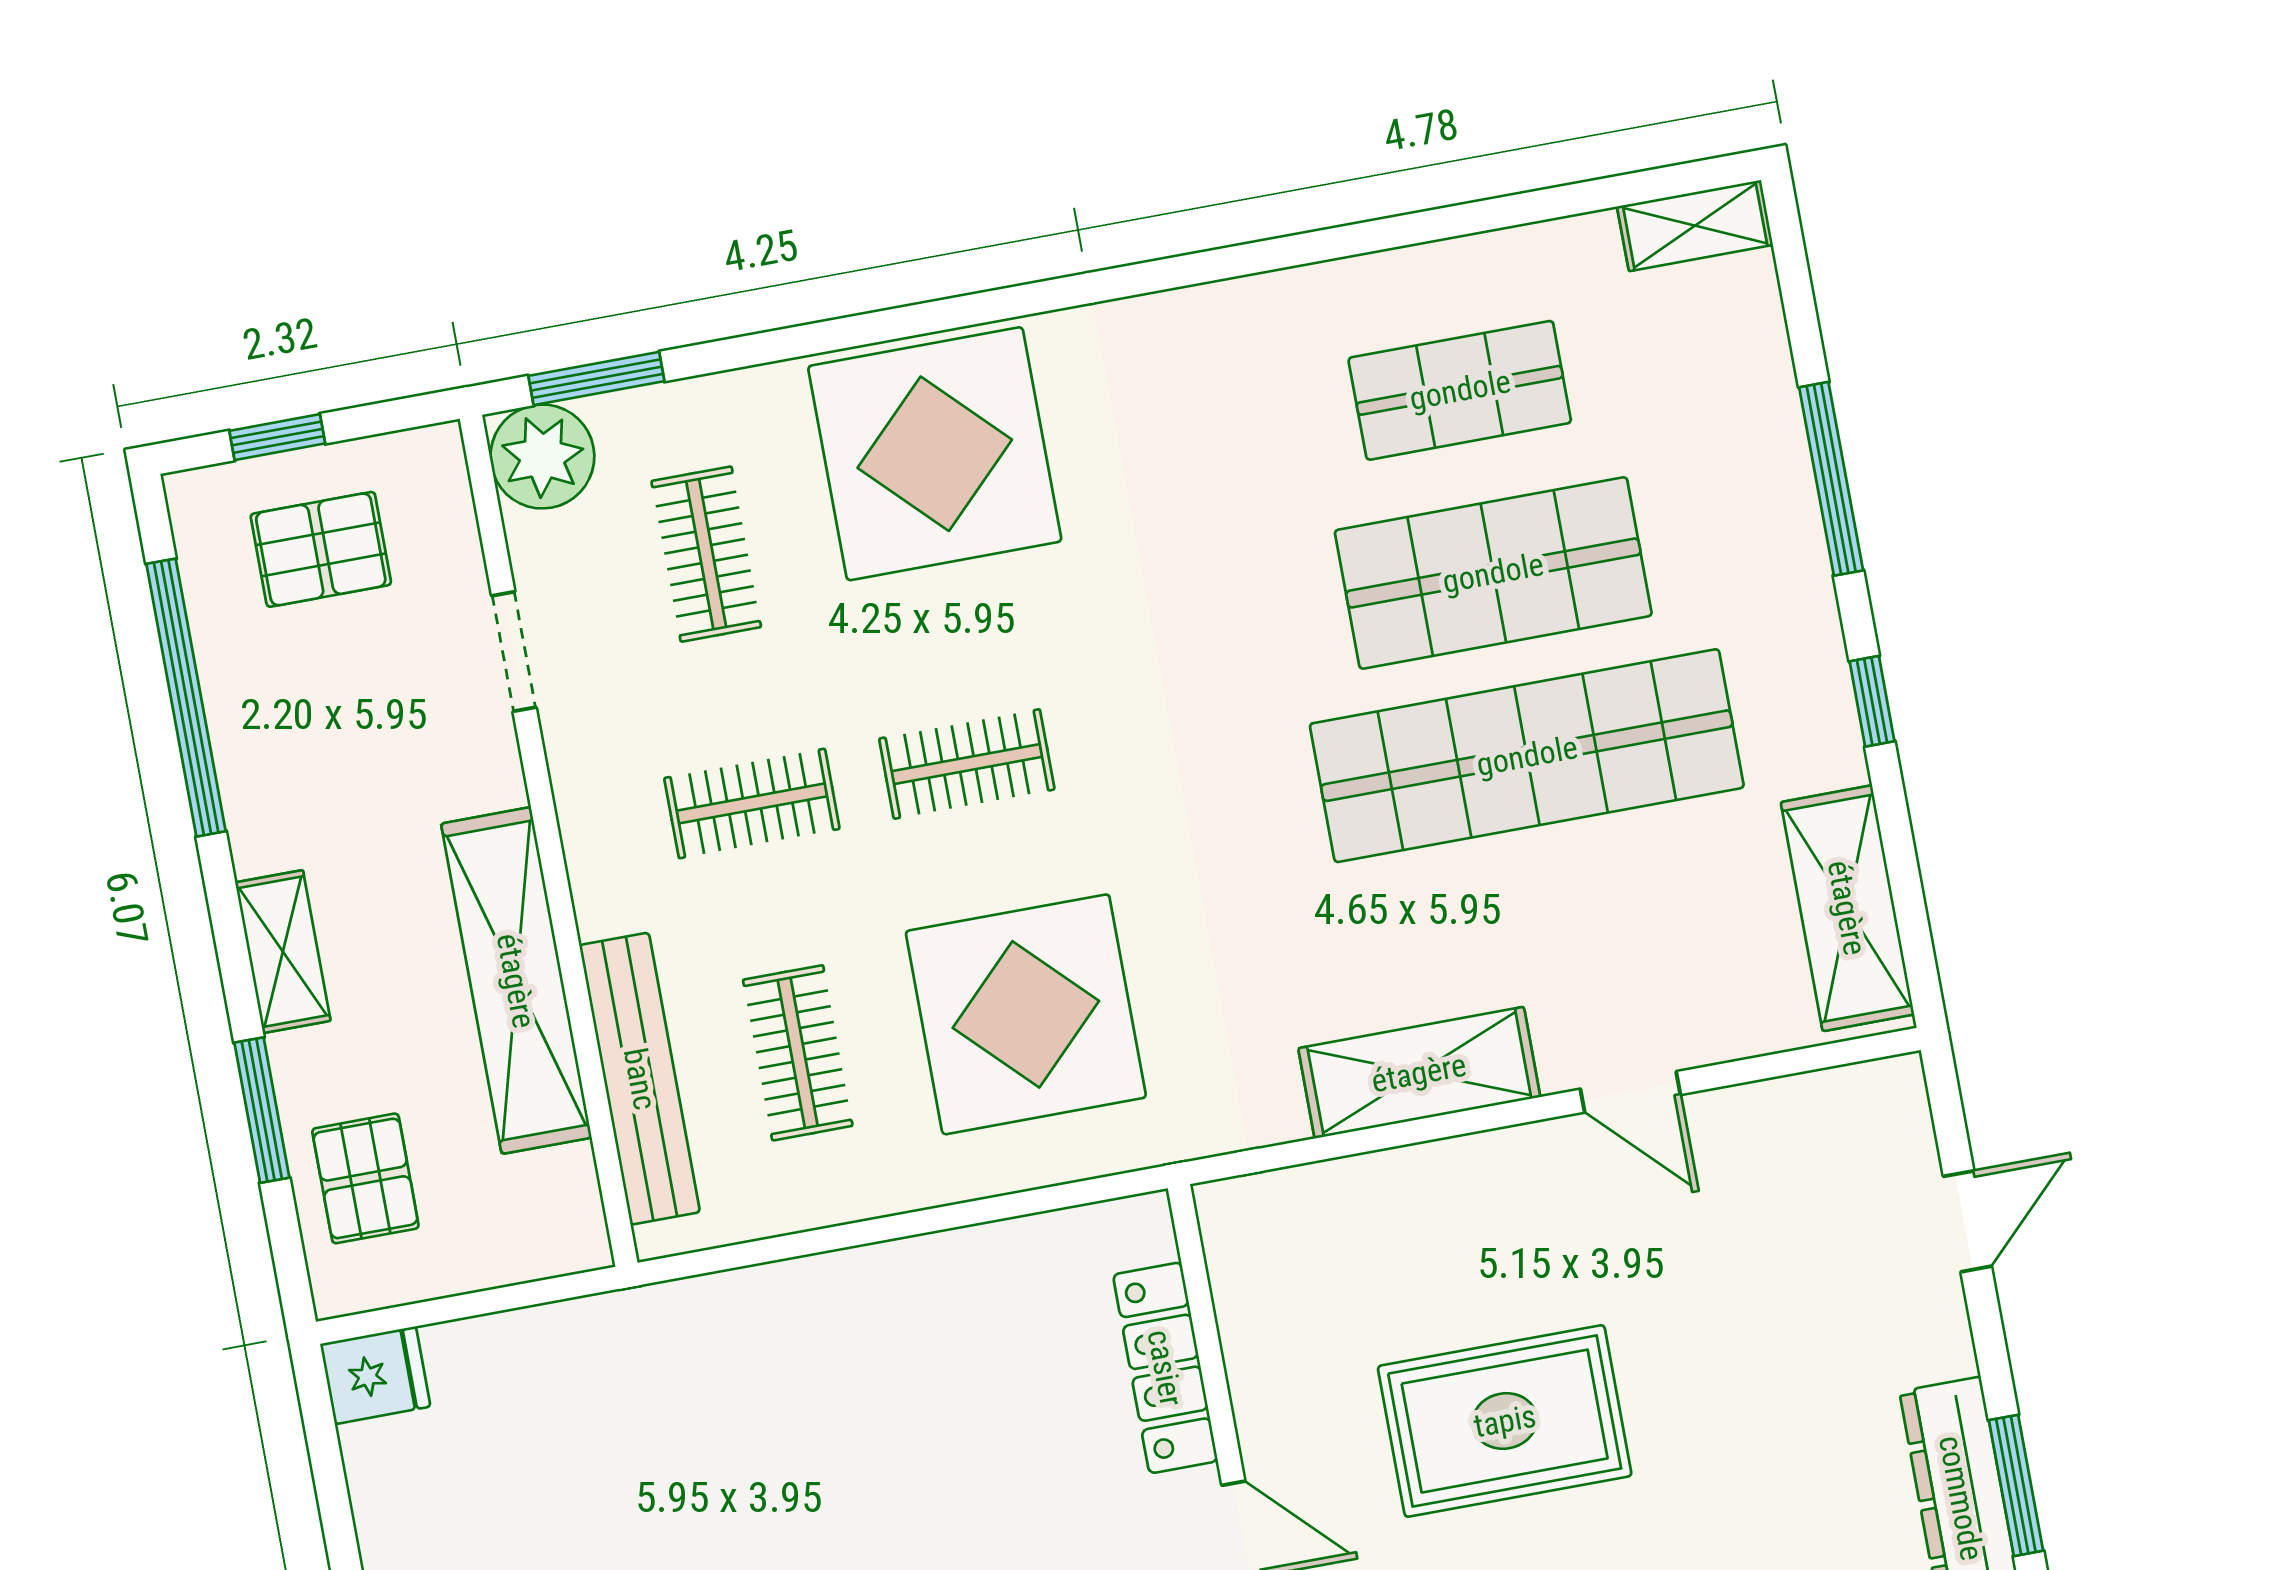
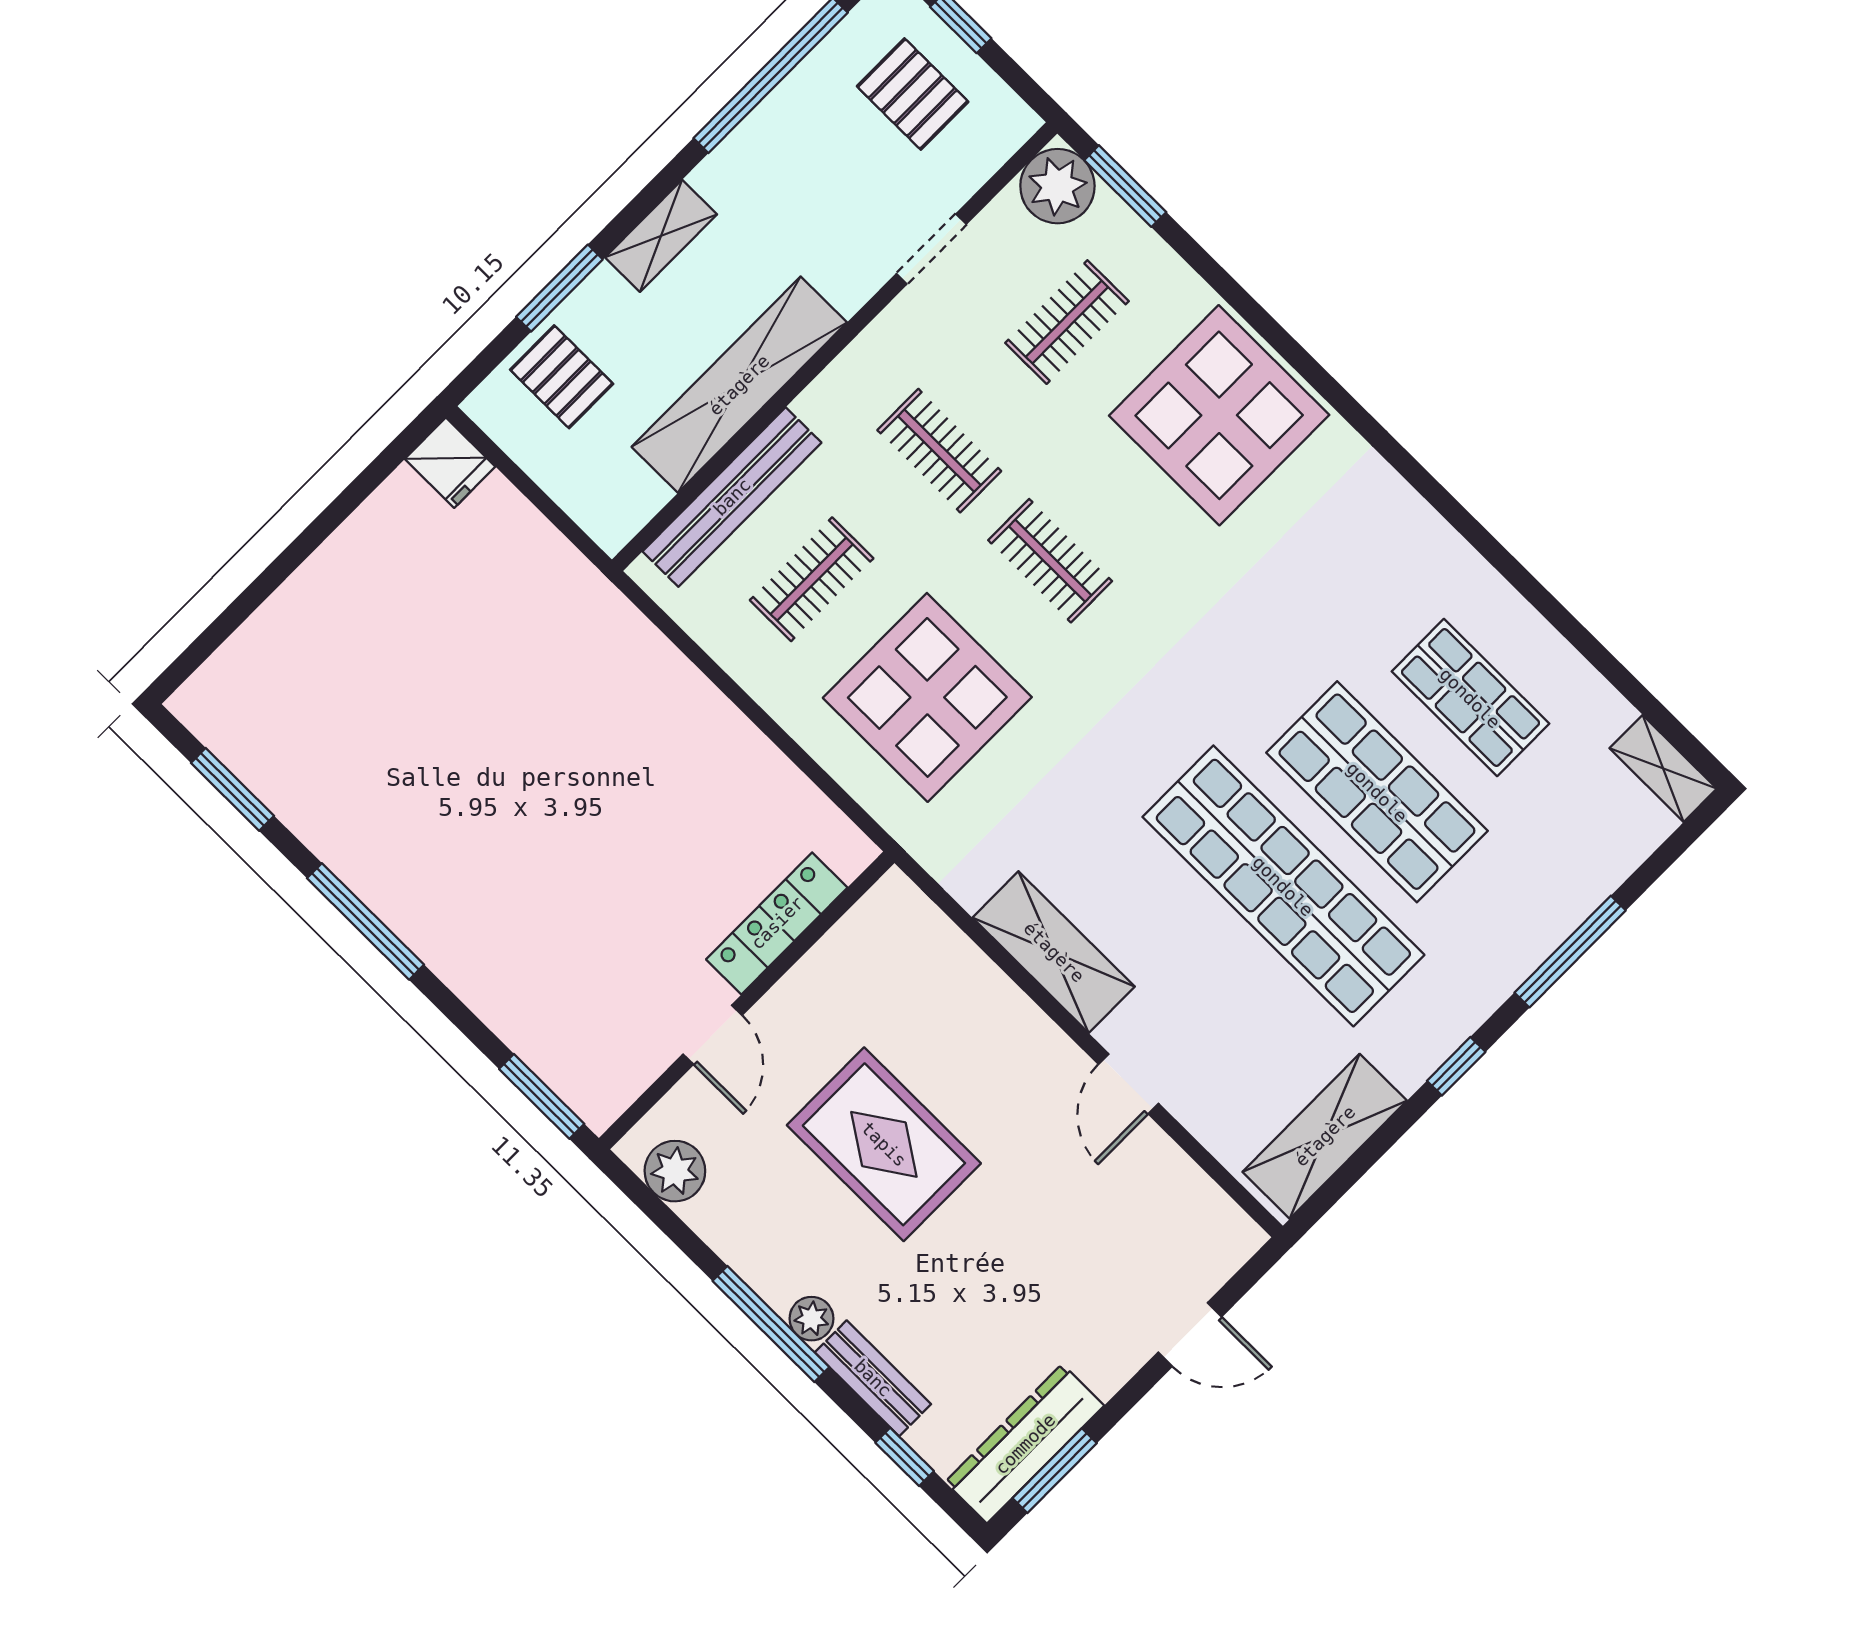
pallet: (365, 1178) -> (562, 377), turned 90

